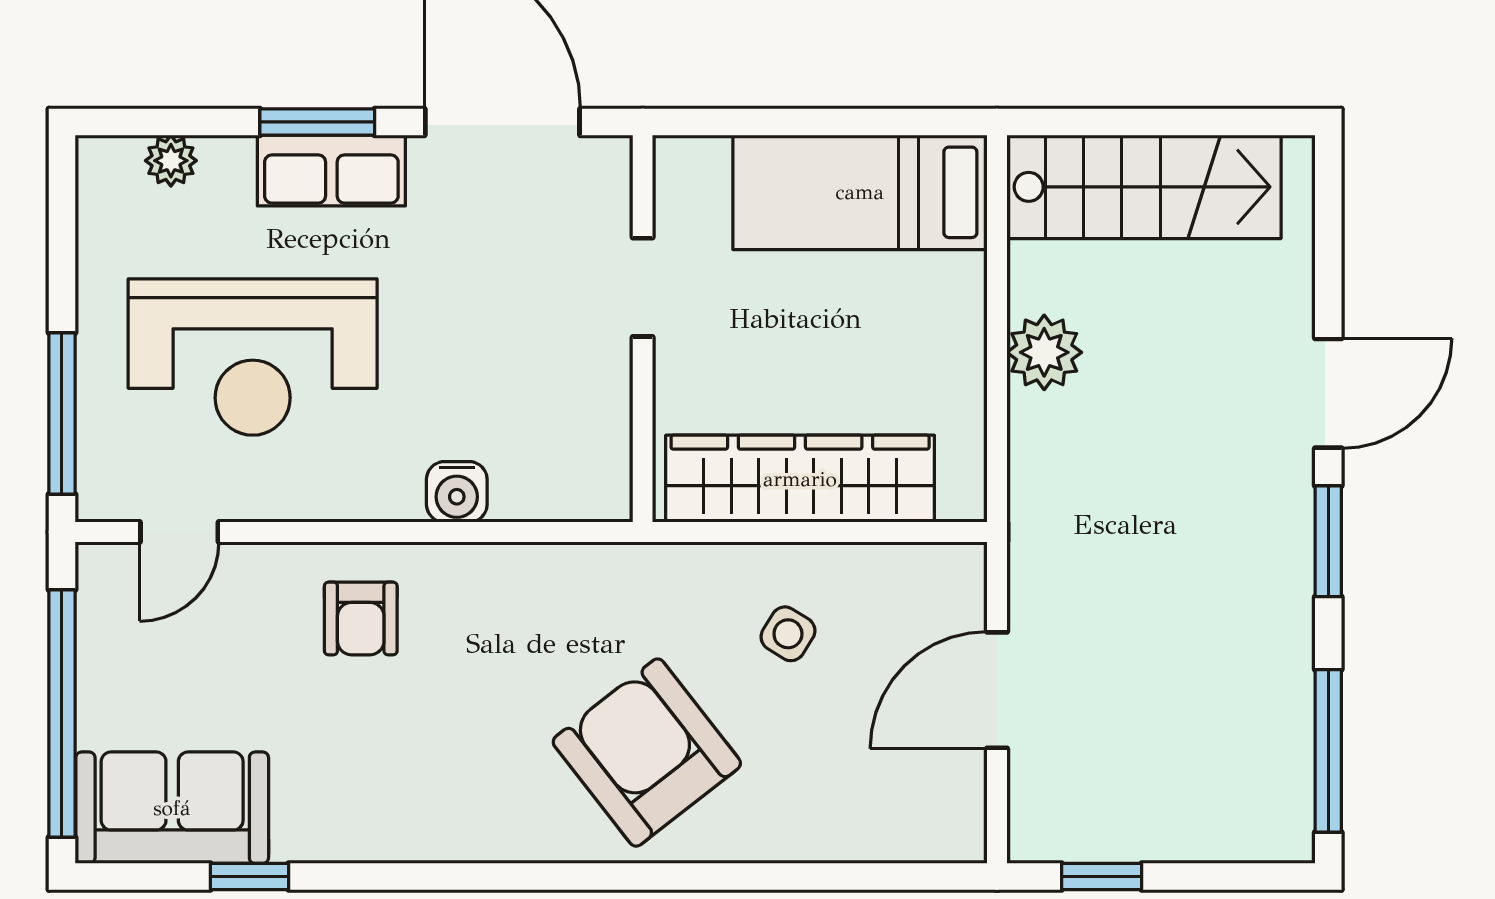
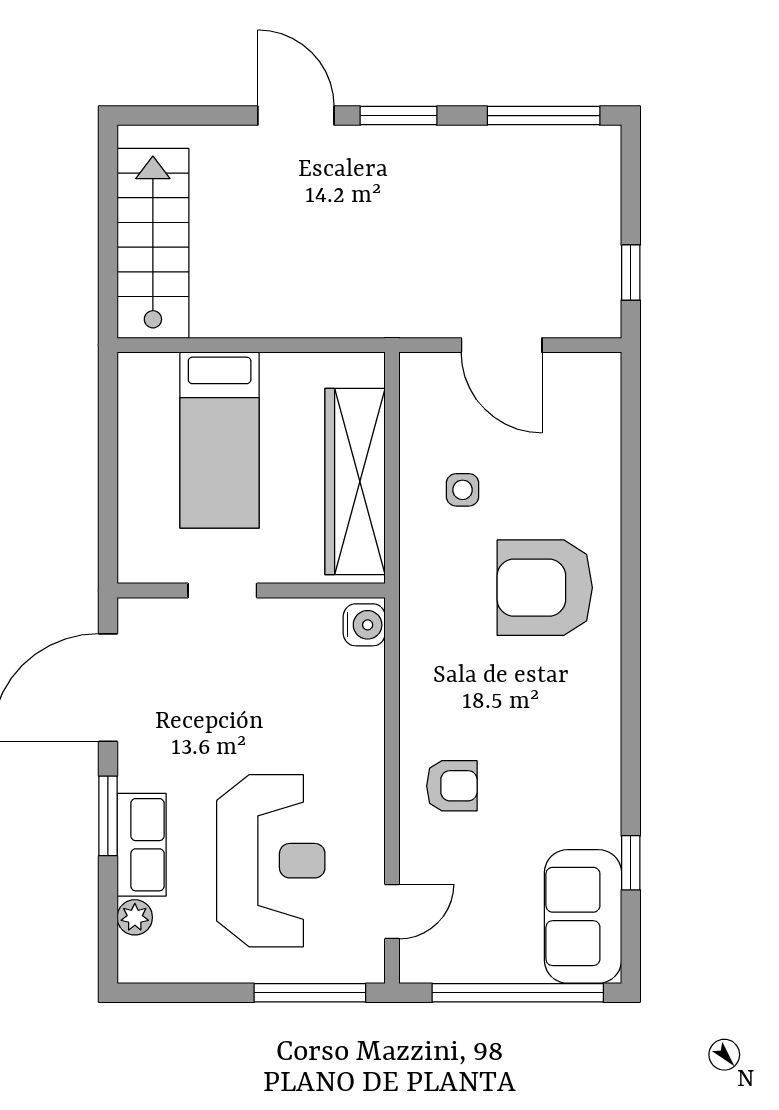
row of seats: (331, 171) -> (142, 845), moved
bed: (860, 192) -> (220, 440), moved
plant: (1044, 352) -> (268, 312), removed
water cooler: (457, 492) -> (364, 625), moved
door: (179, 532) -> (392, 912), hinge flipped
side table: (788, 634) -> (463, 490), turned -32
armchair: (647, 753) -> (545, 588), turned 38

